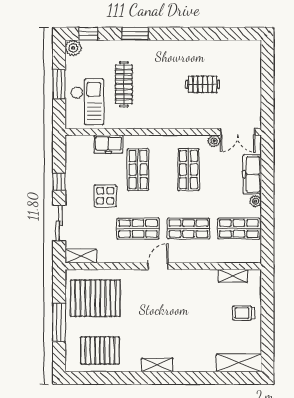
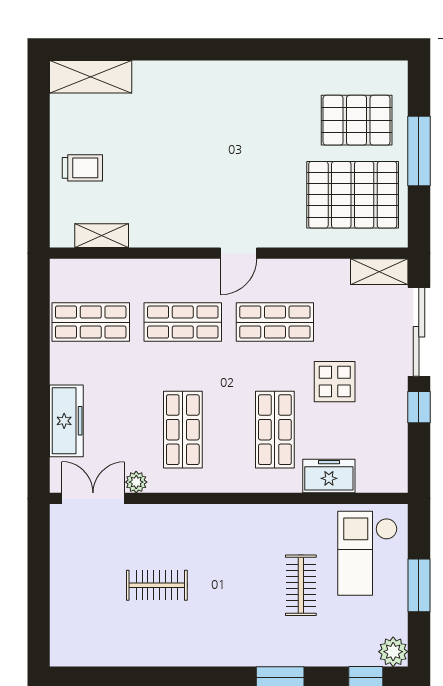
clothes rail: (124, 84) -> (301, 585), width x0.73
plant: (256, 201) -> (60, 372), removed
sliding door: (59, 223) -> (419, 332), width x1.37
pallet: (100, 350) -> (357, 120), moved
shelving: (157, 365) -> (240, 73), removed

